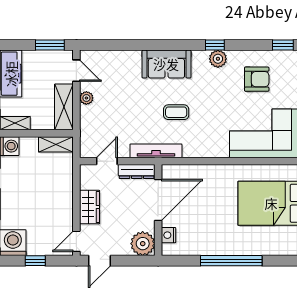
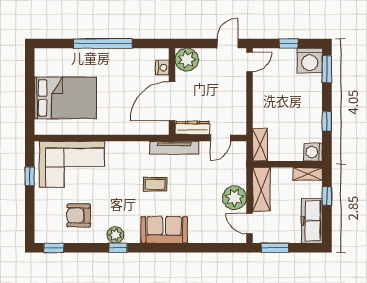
plant: (86, 98) -> (234, 198), width x1.88, depth x1.88
shelving: (56, 144) -> (260, 145), moved, turned 90
wardrobe: (90, 207) -> (237, 94), removed

